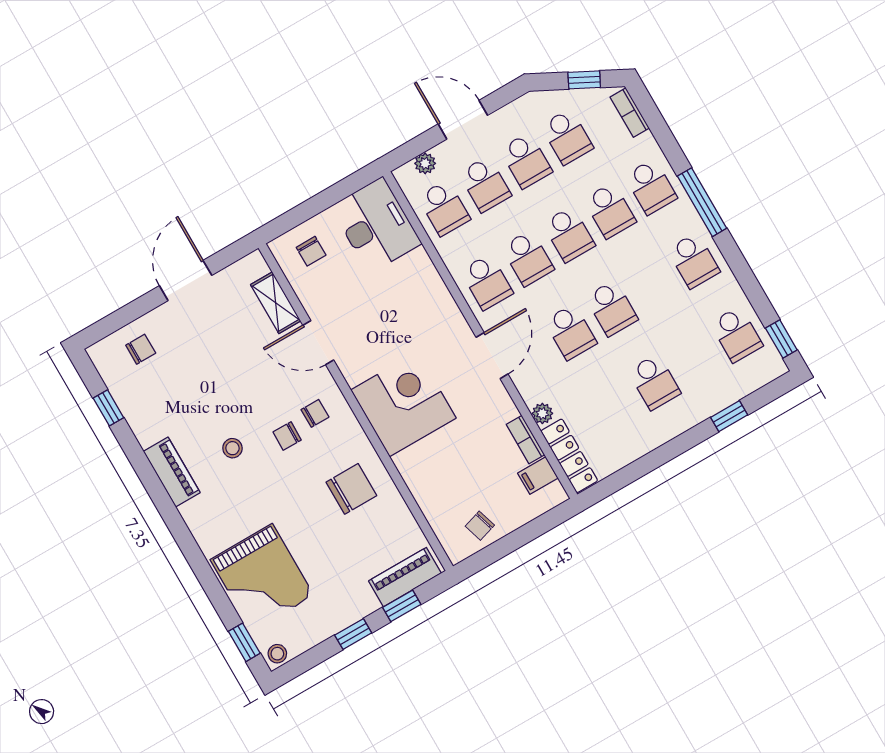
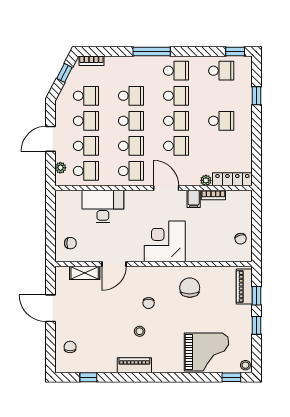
school desk: (651, 187) -> (176, 96), moved
desk: (376, 225) -> (103, 207), moved
chair: (315, 413) -> (146, 284), removed
filing cabinet: (538, 476) -> (194, 199), moved

